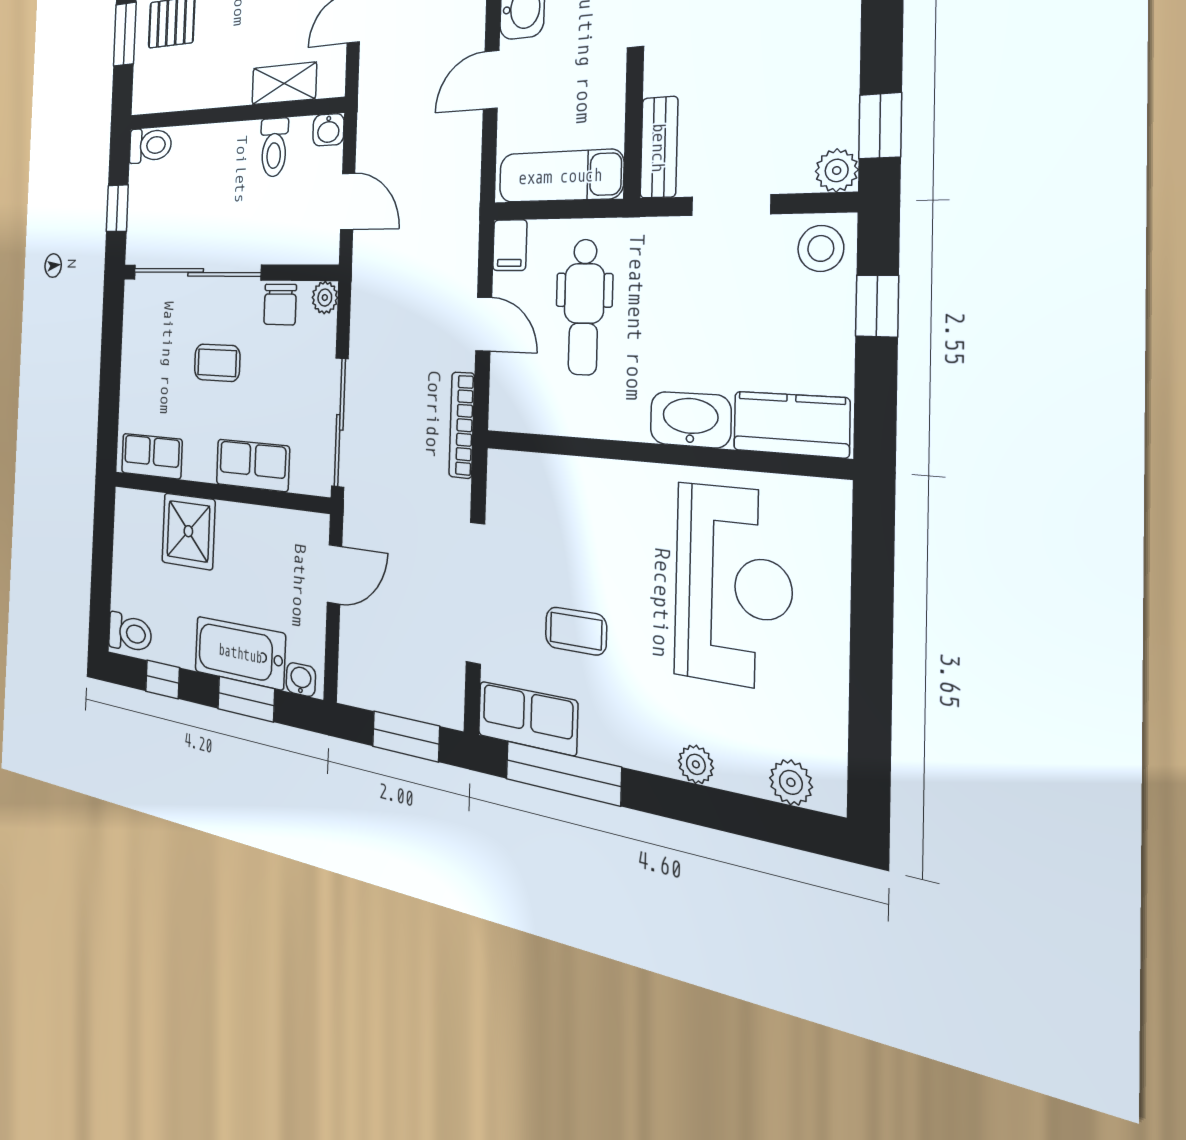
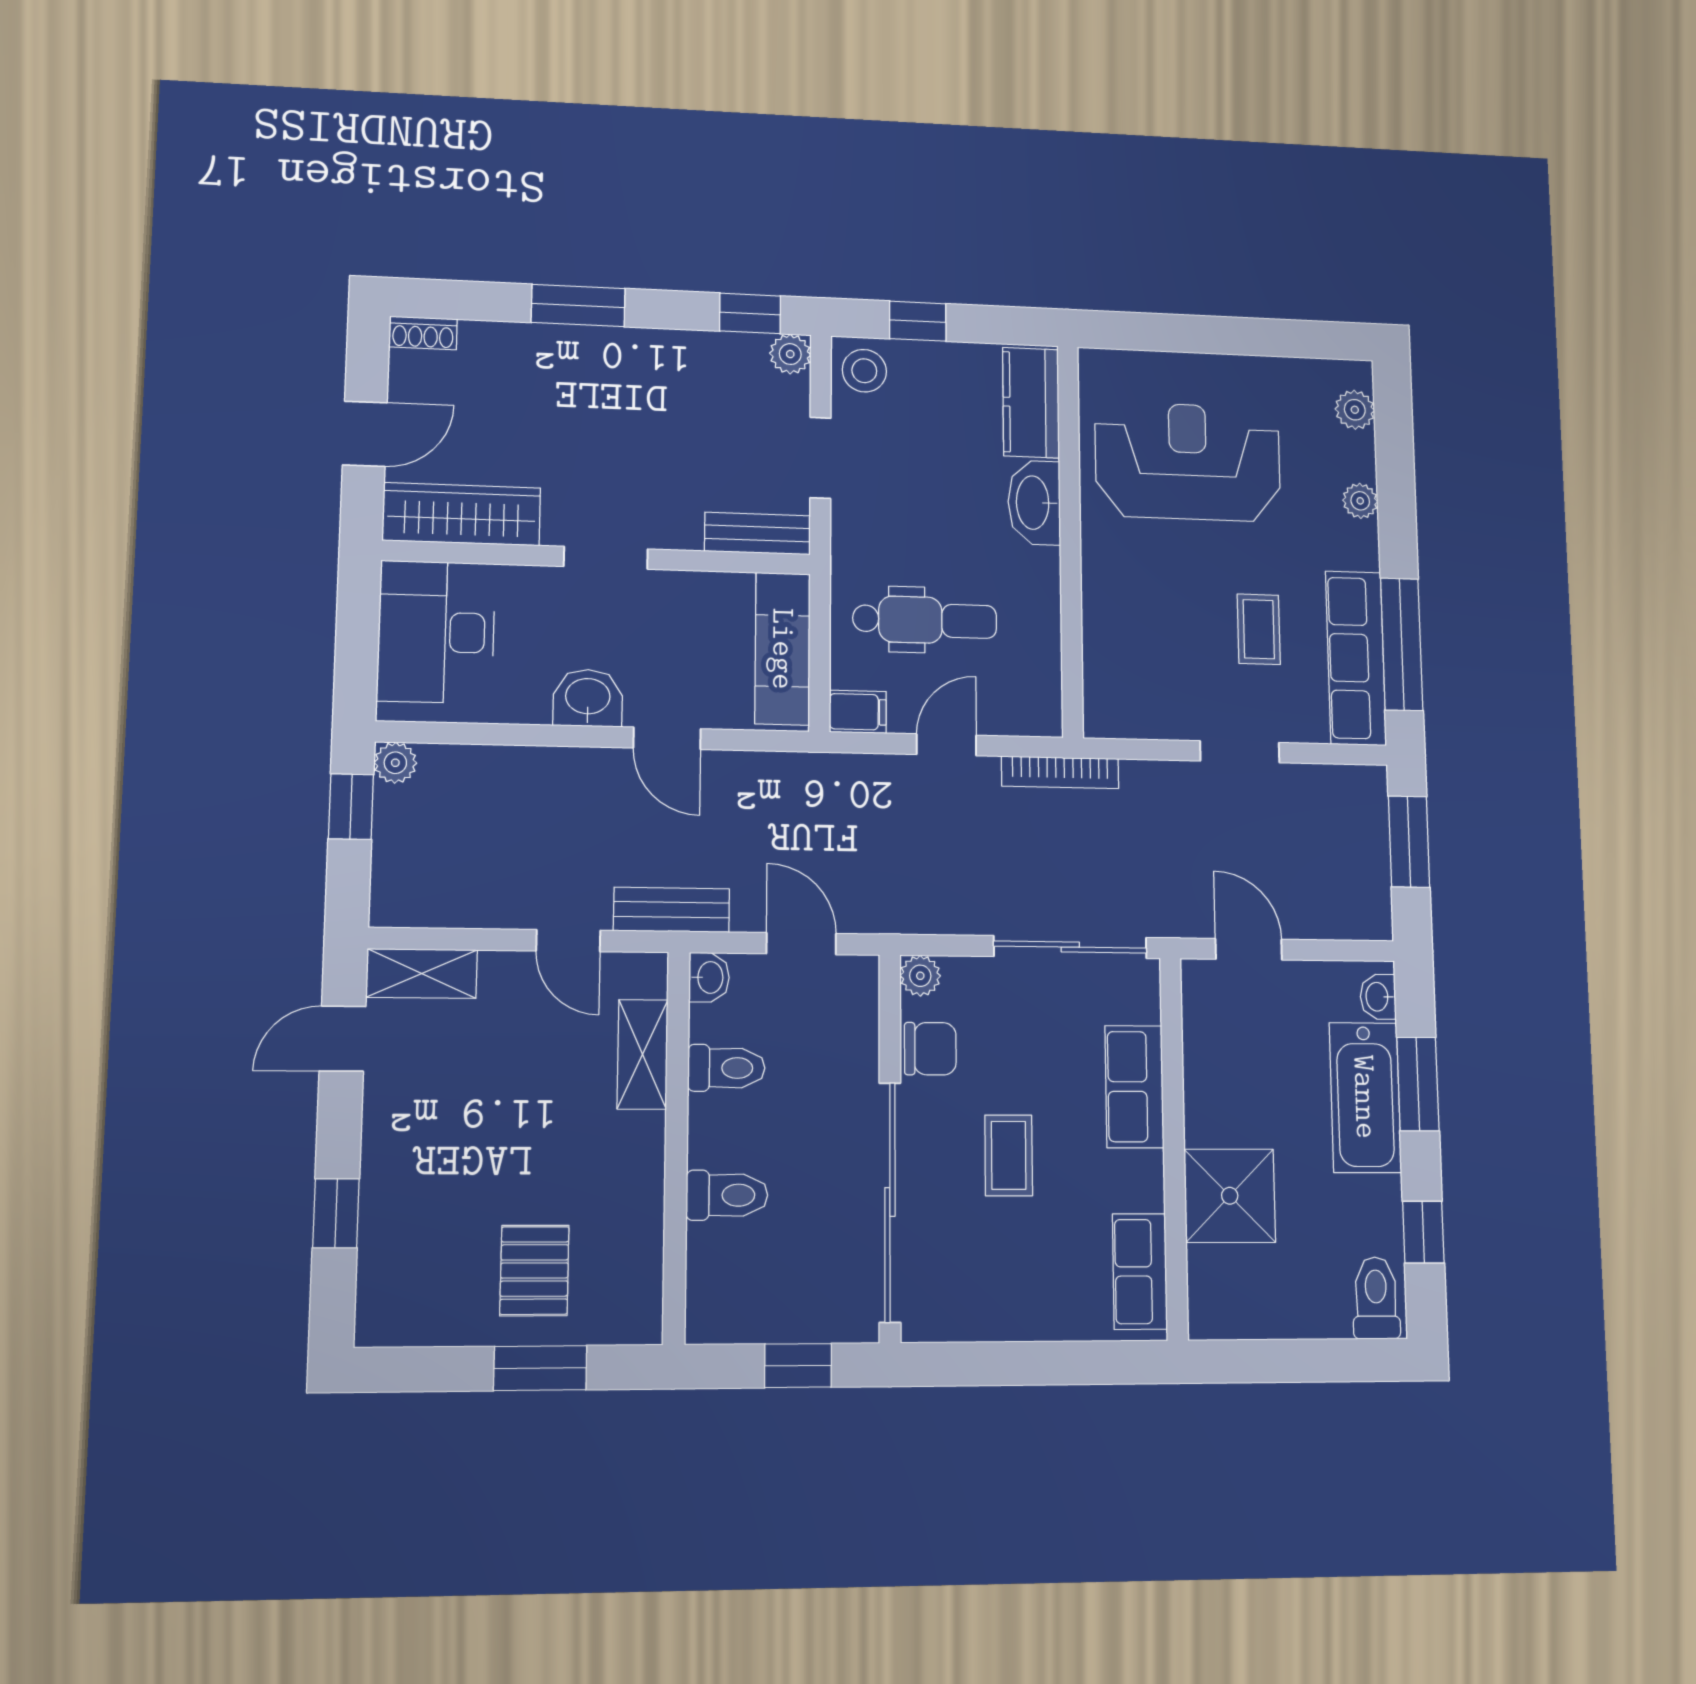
bench: (372, 96) -> (672, 910), added
toilet: (150, 145) -> (727, 1195), moved, turned 90
door: (348, 201) -> (801, 944), hinge flipped
doorway: (475, 593) -> (1240, 752), width x0.53
row of seats: (527, 718) -> (1356, 658), width x1.48

